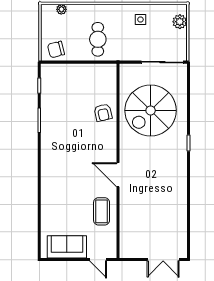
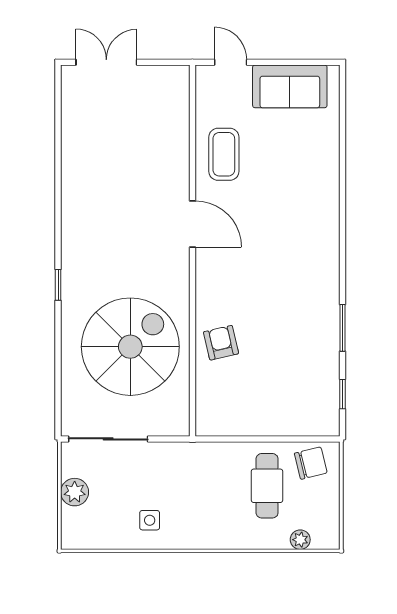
plant: (180, 22) -> (75, 492), moved
cafe table: (98, 39) -> (267, 486), moved

